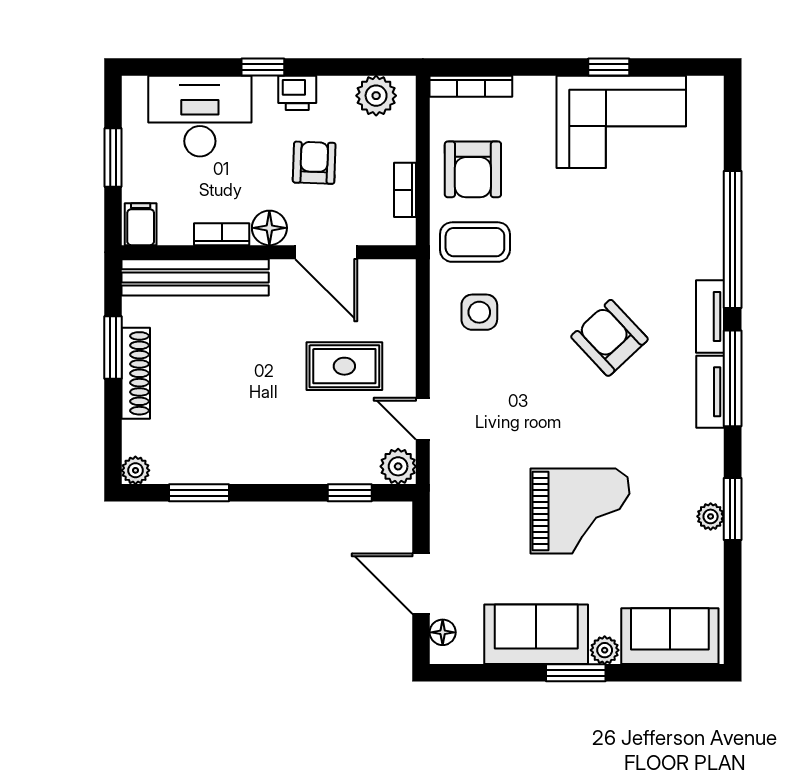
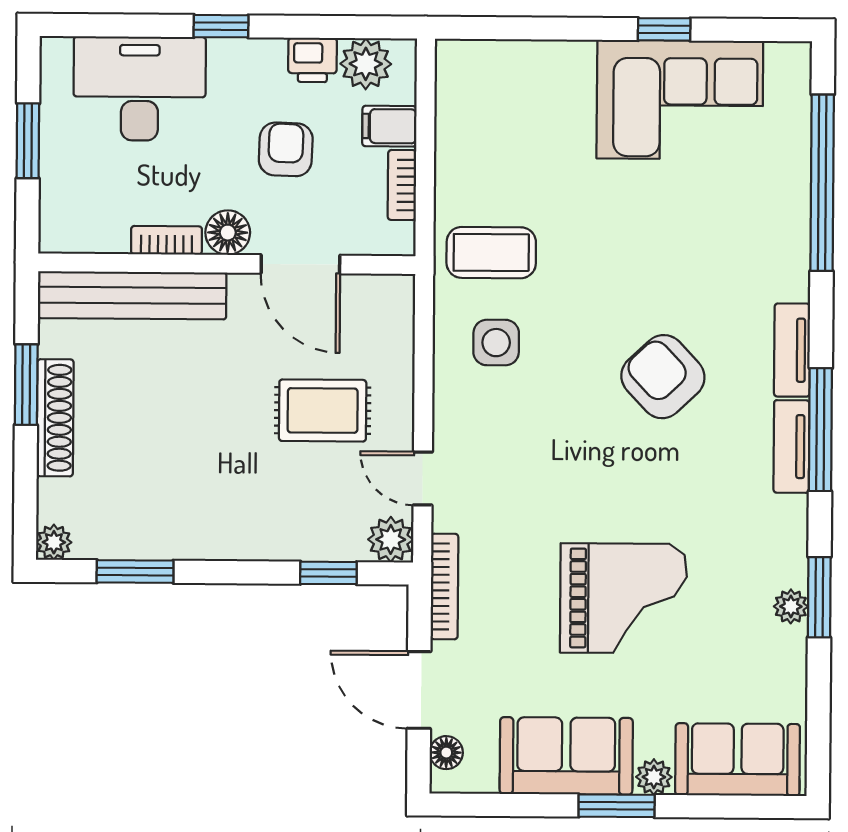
bookcase: (471, 86) -> (444, 586), moved, turned -90
printer: (297, 93) -> (312, 60), moved
armchair: (473, 169) -> (489, 159), removed
filing cabinet: (141, 224) -> (389, 126), moved, turned -90
window: (733, 240) -> (822, 183), moved

